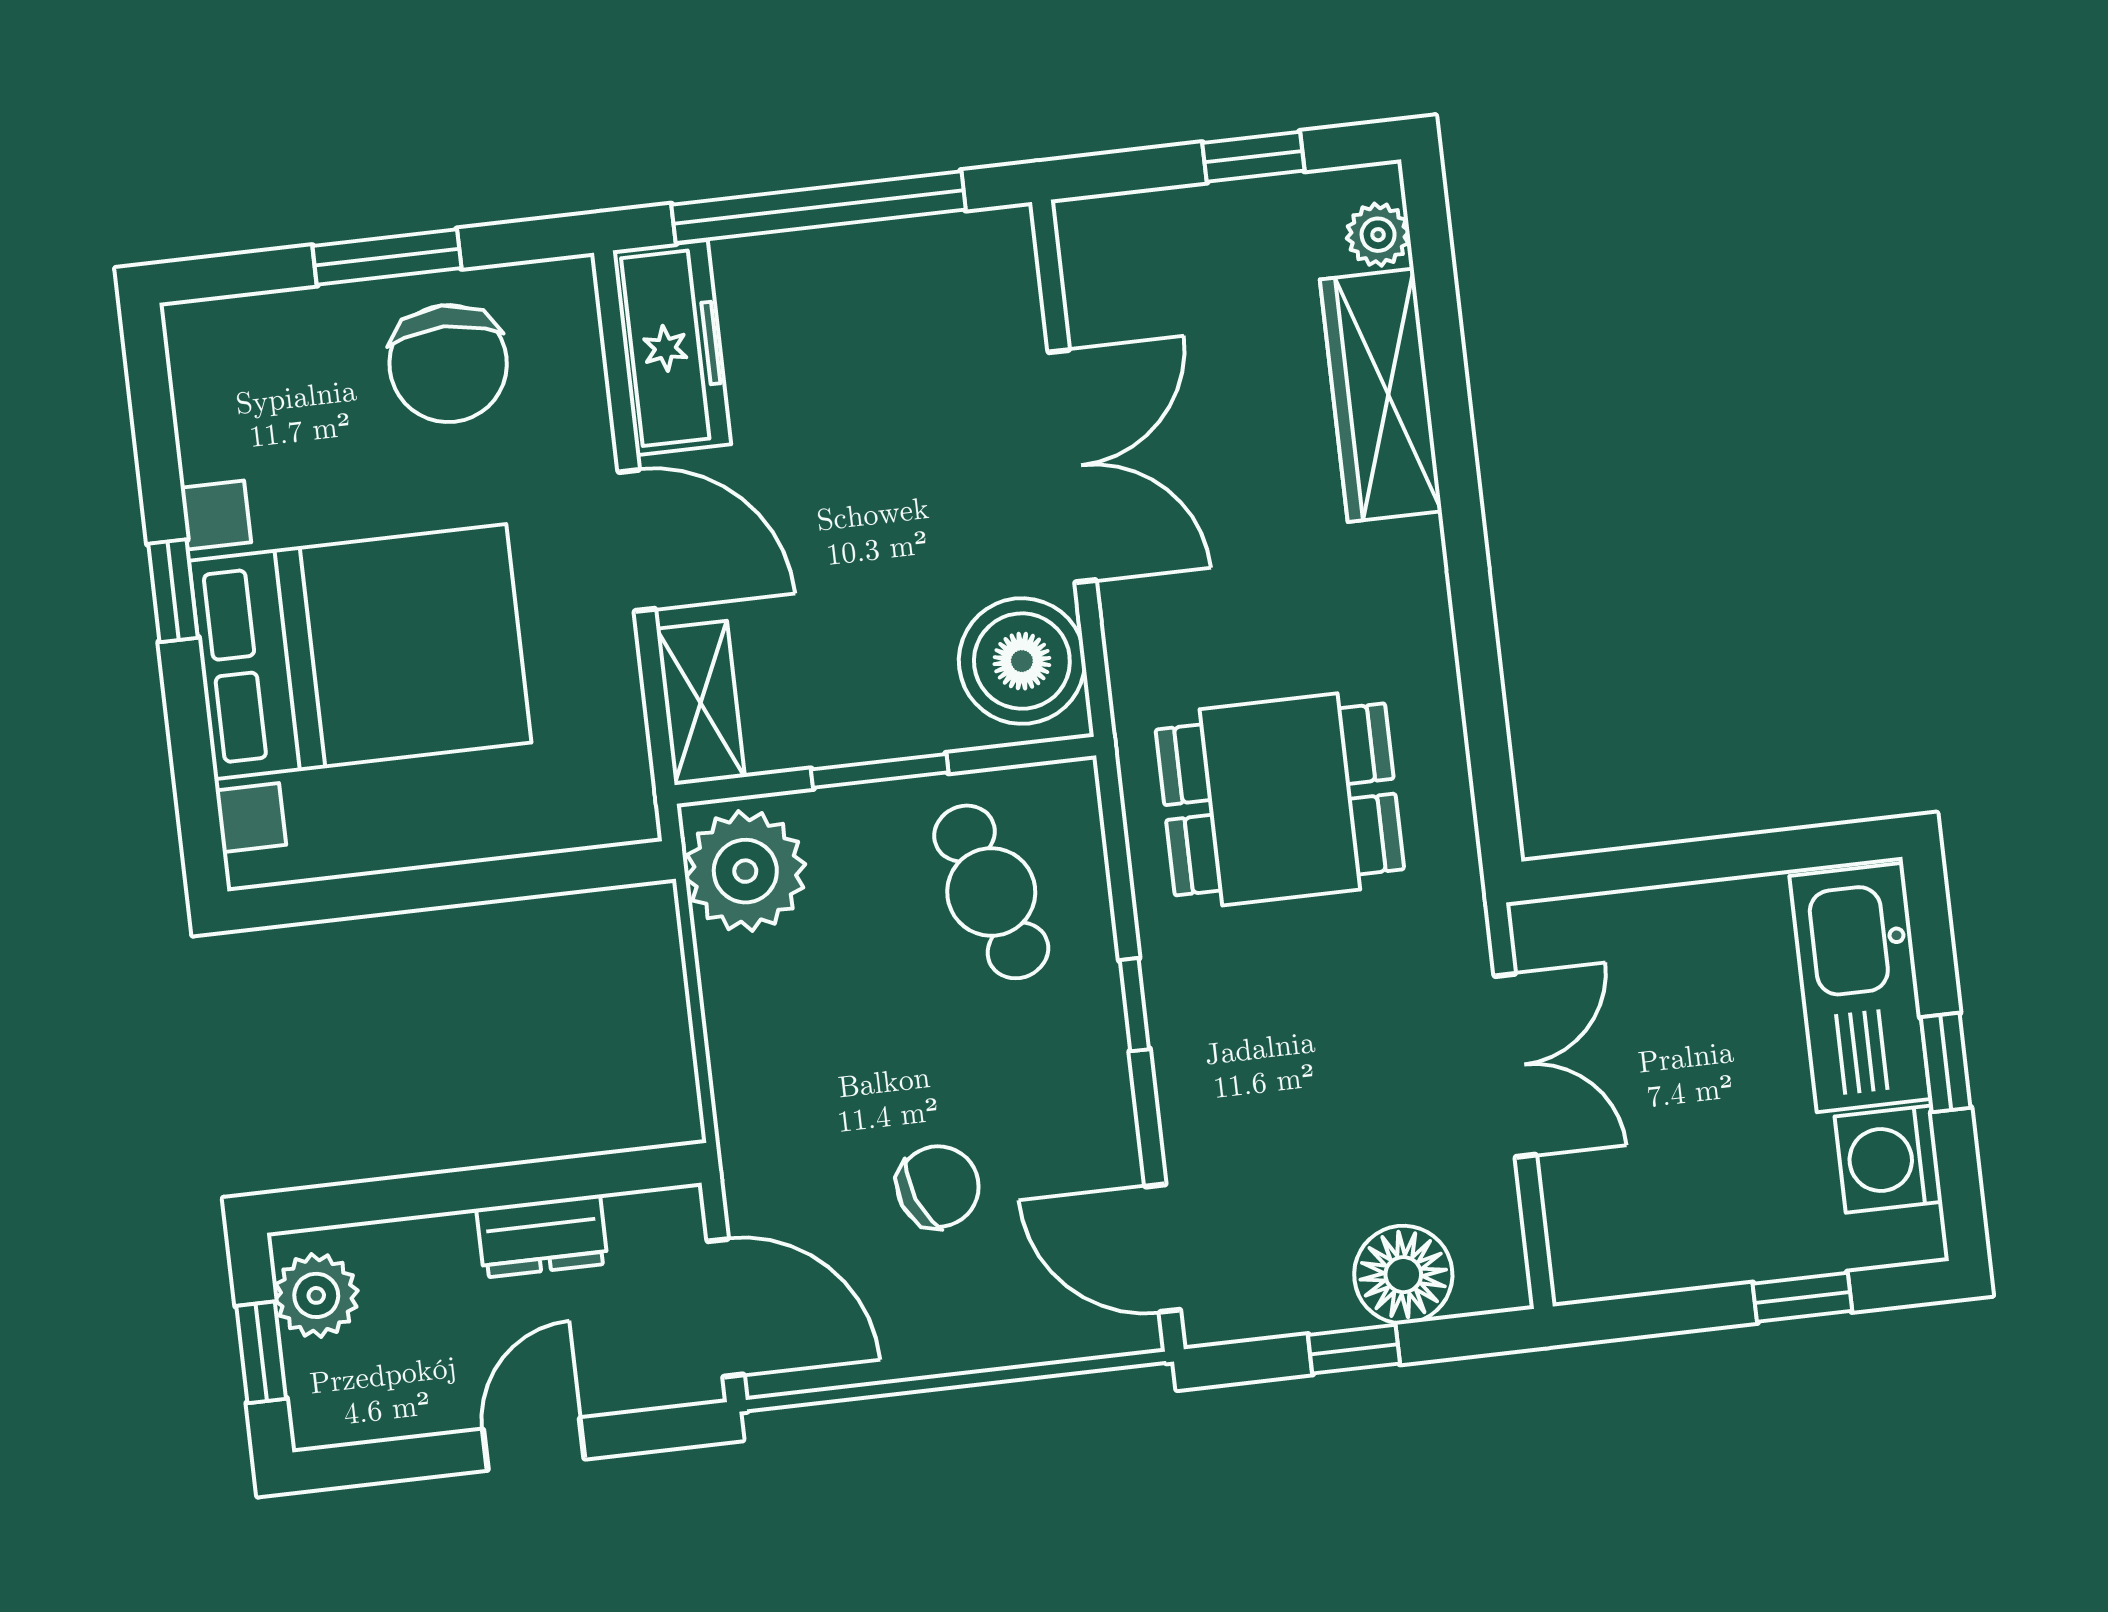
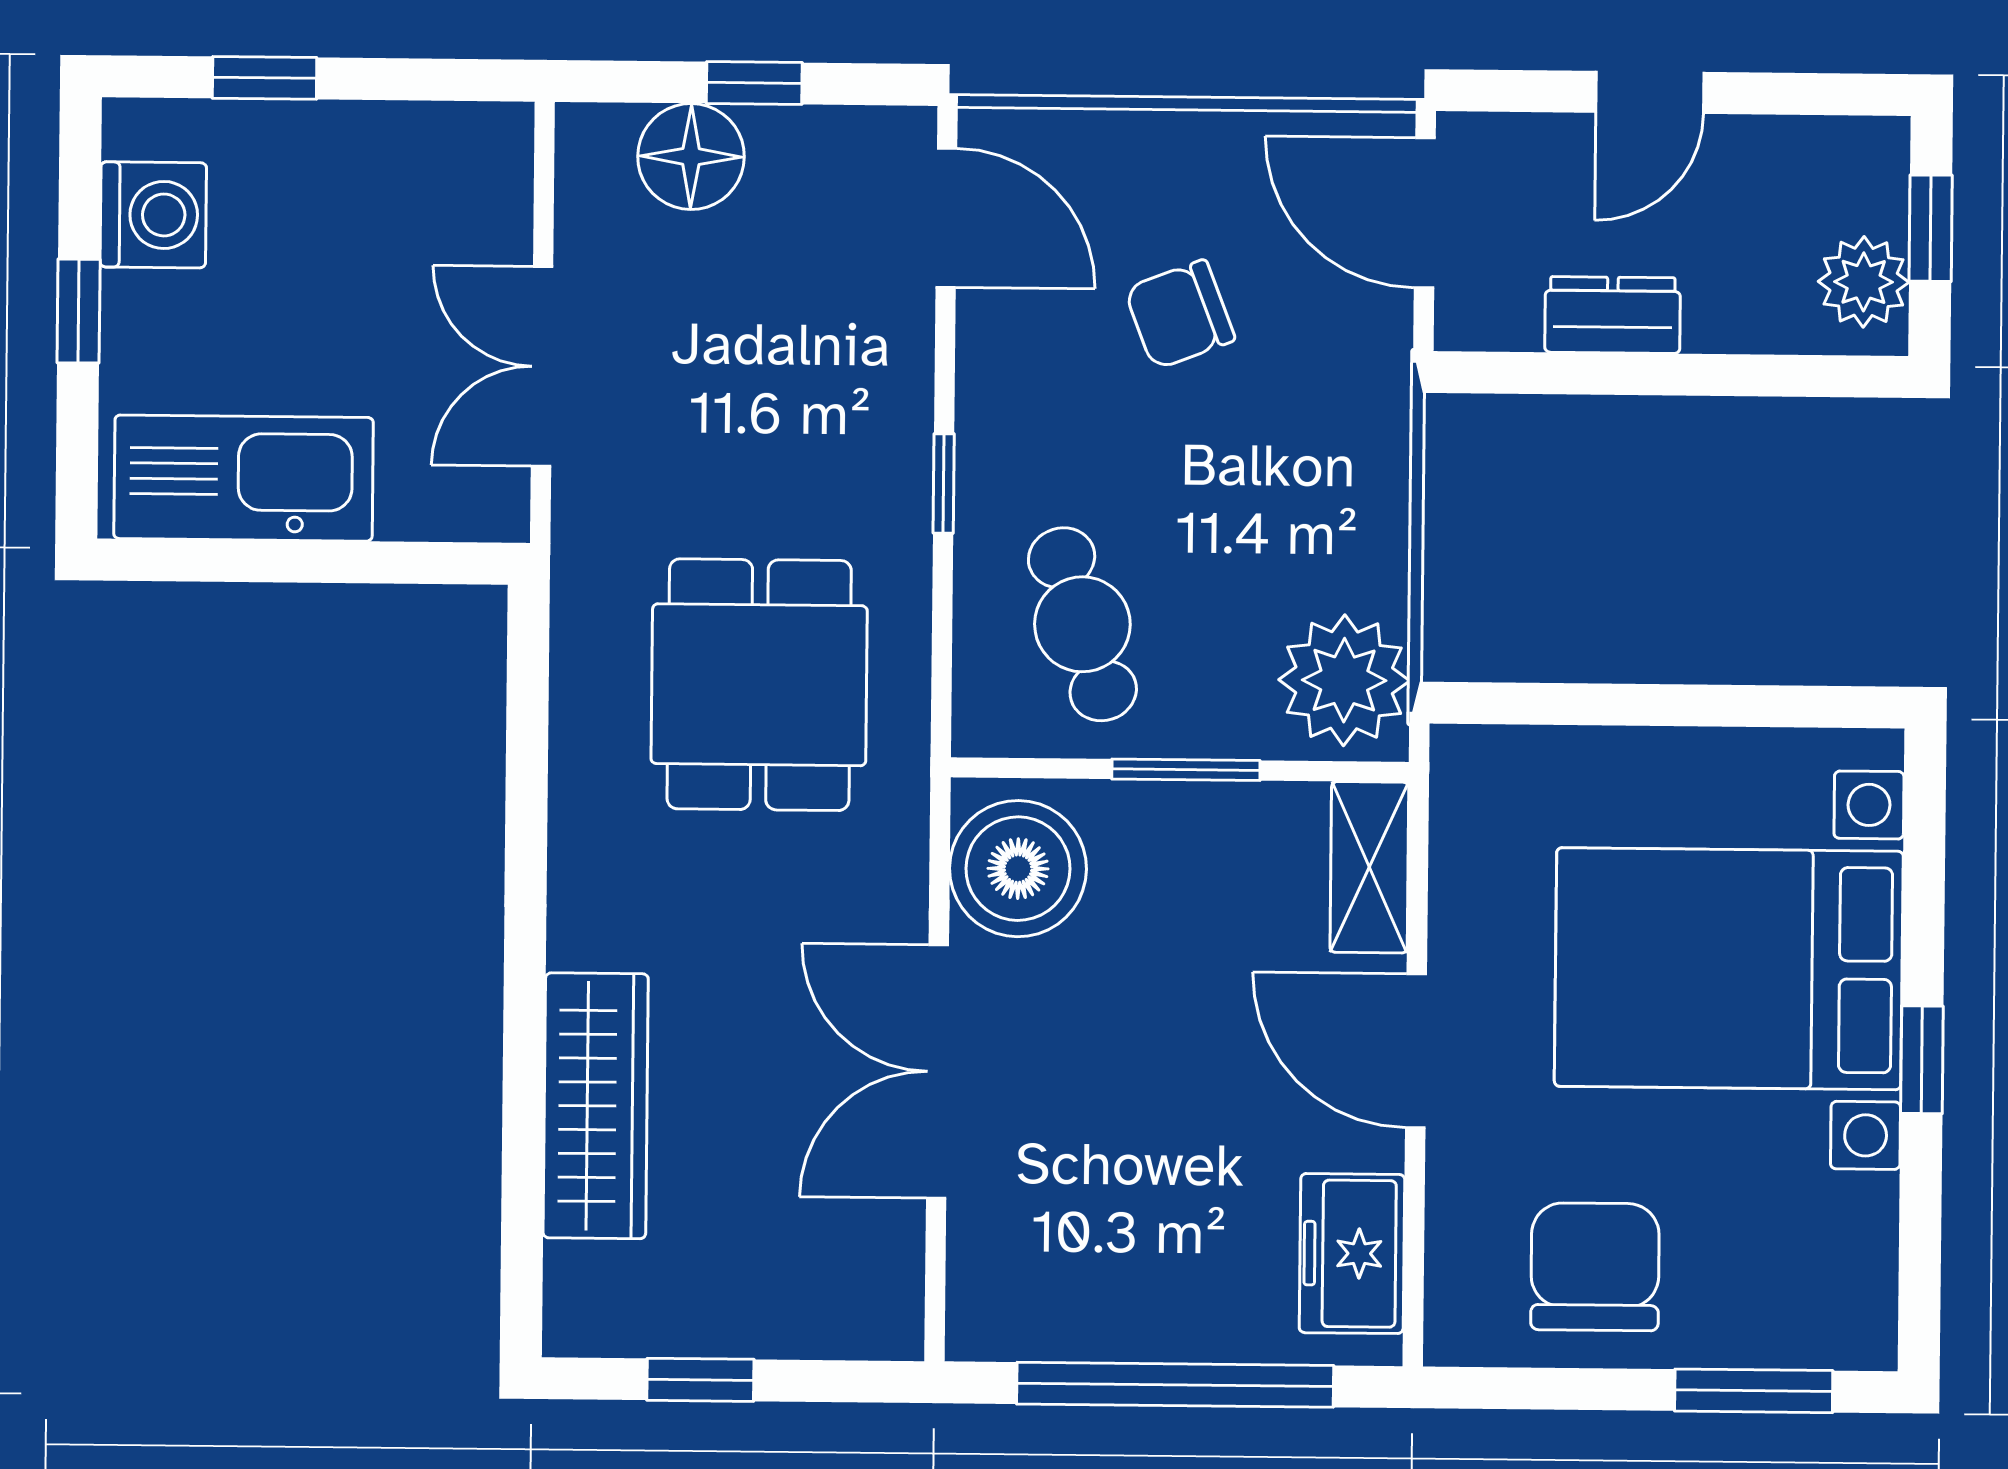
plant: (1378, 235) -> (577, 1279), removed
window: (387, 257) -> (1754, 1391), moved
freezer: (672, 348) -> (1352, 1254), width x0.71
dining table: (1280, 799) -> (759, 685), turned 90
kitchen sink: (1860, 987) -> (244, 478), moved, turned -90

